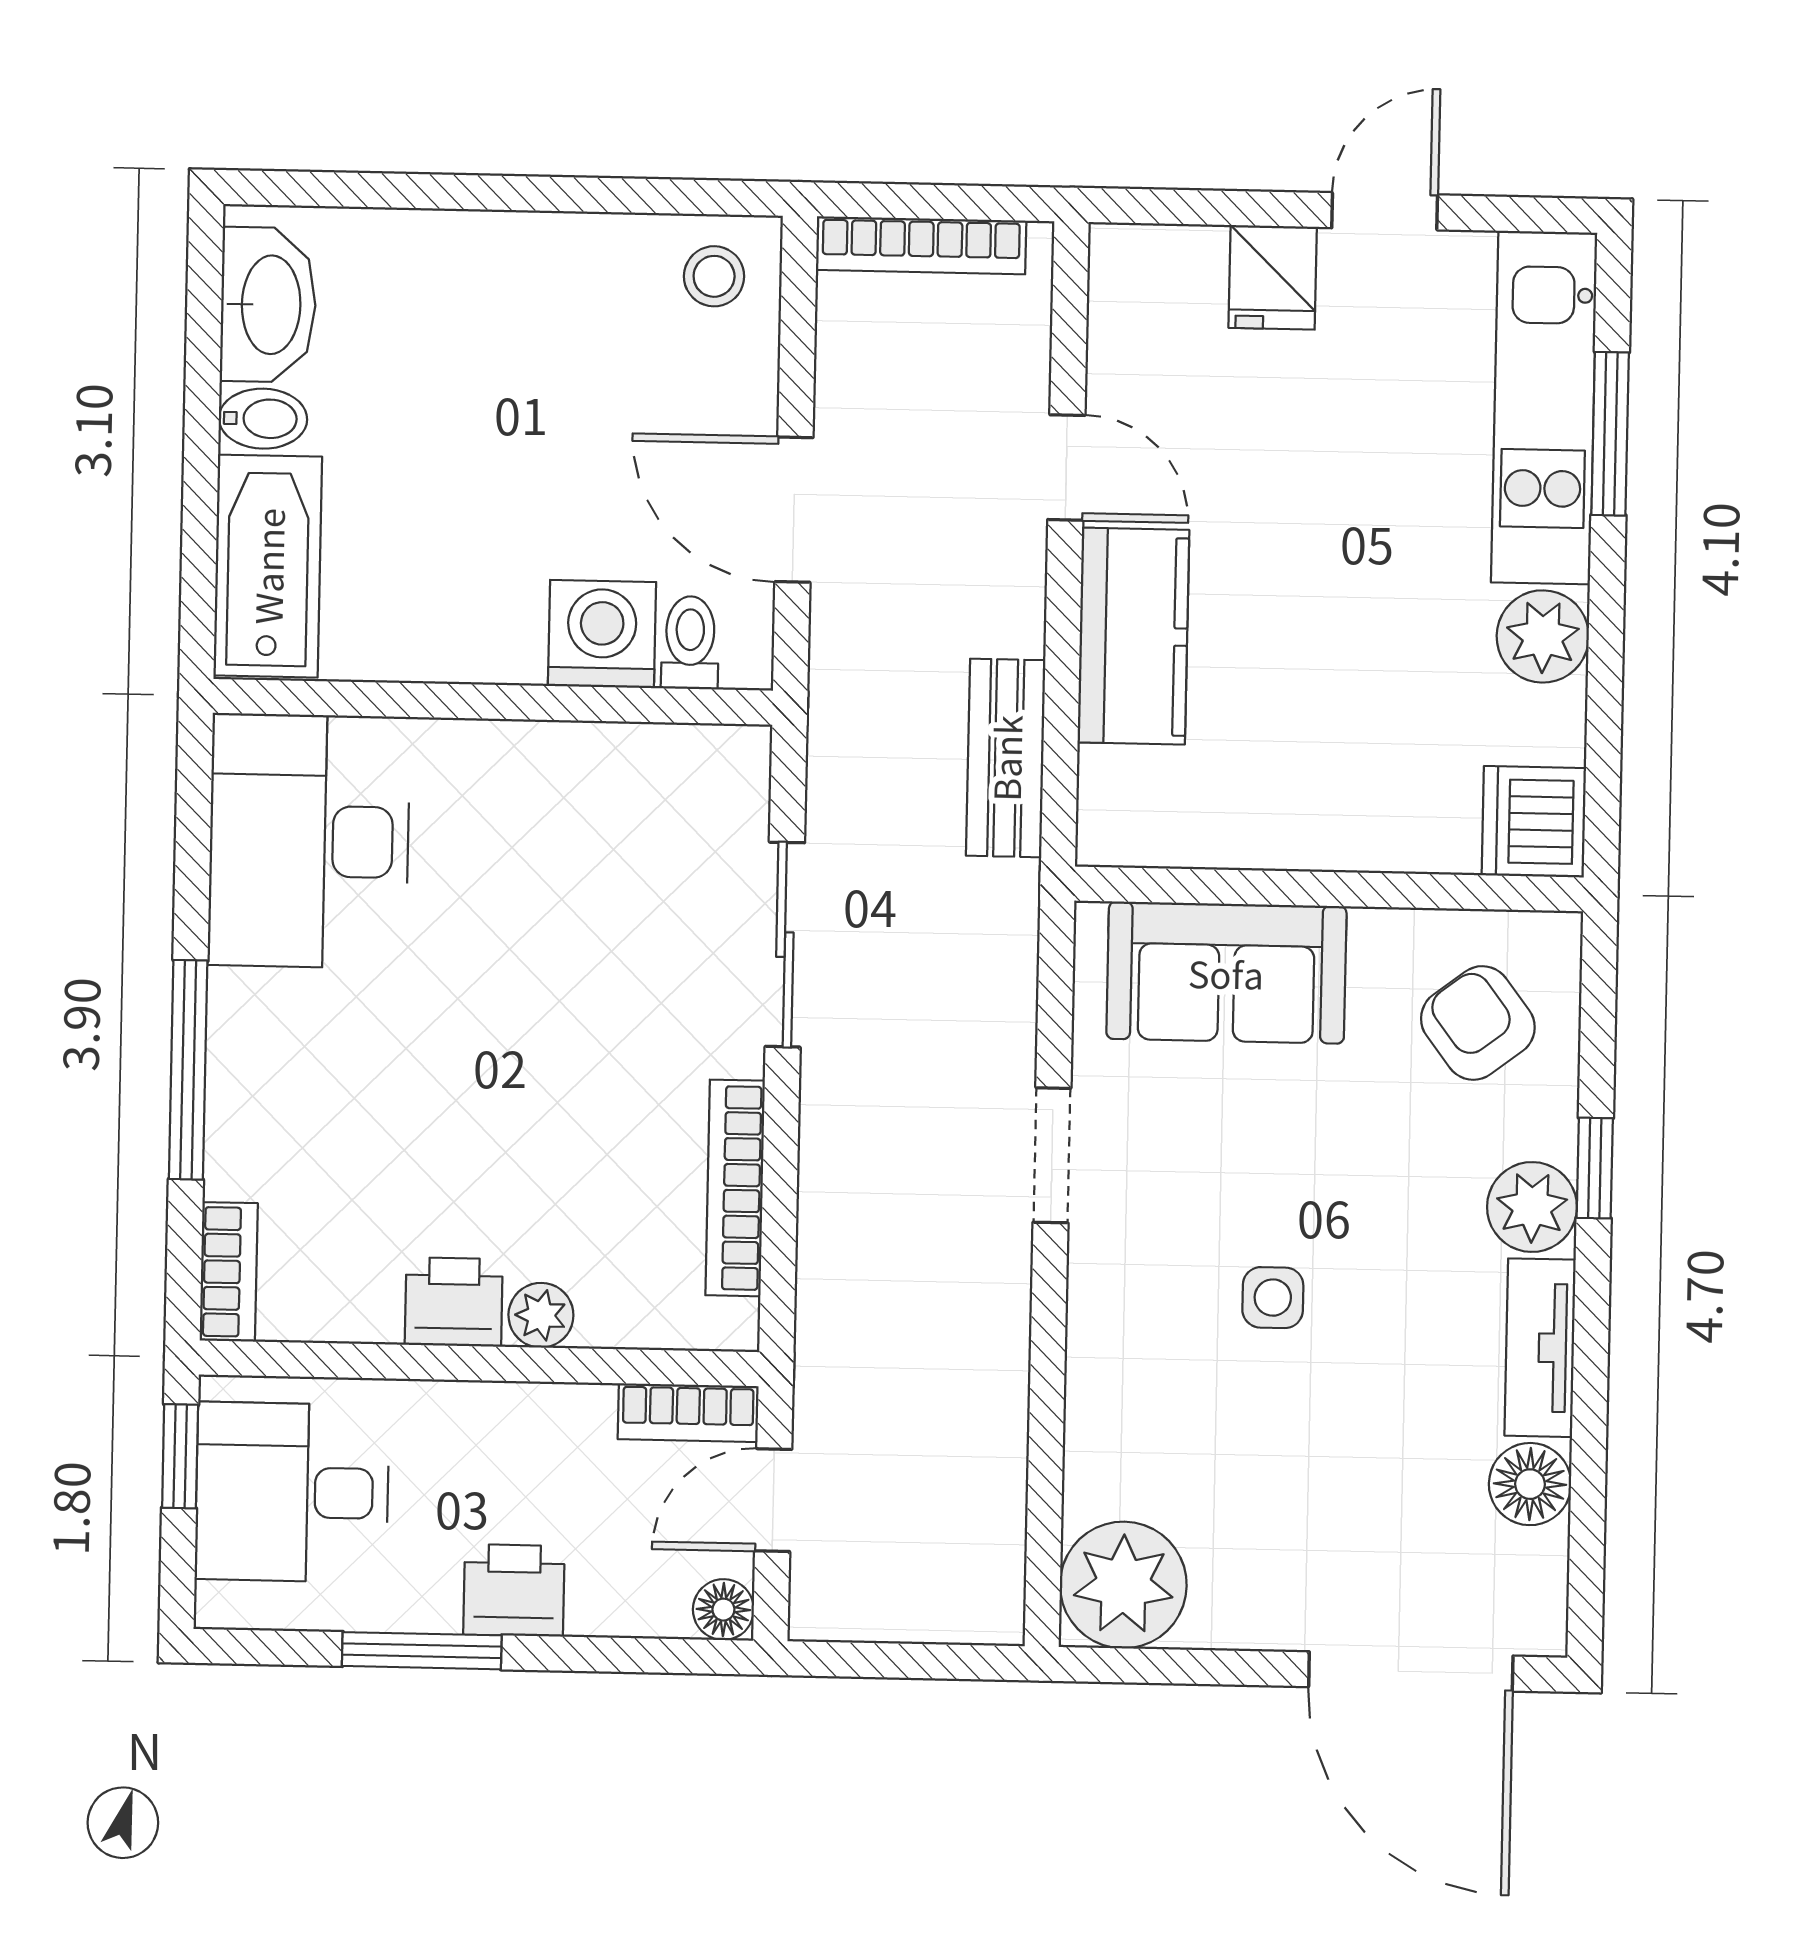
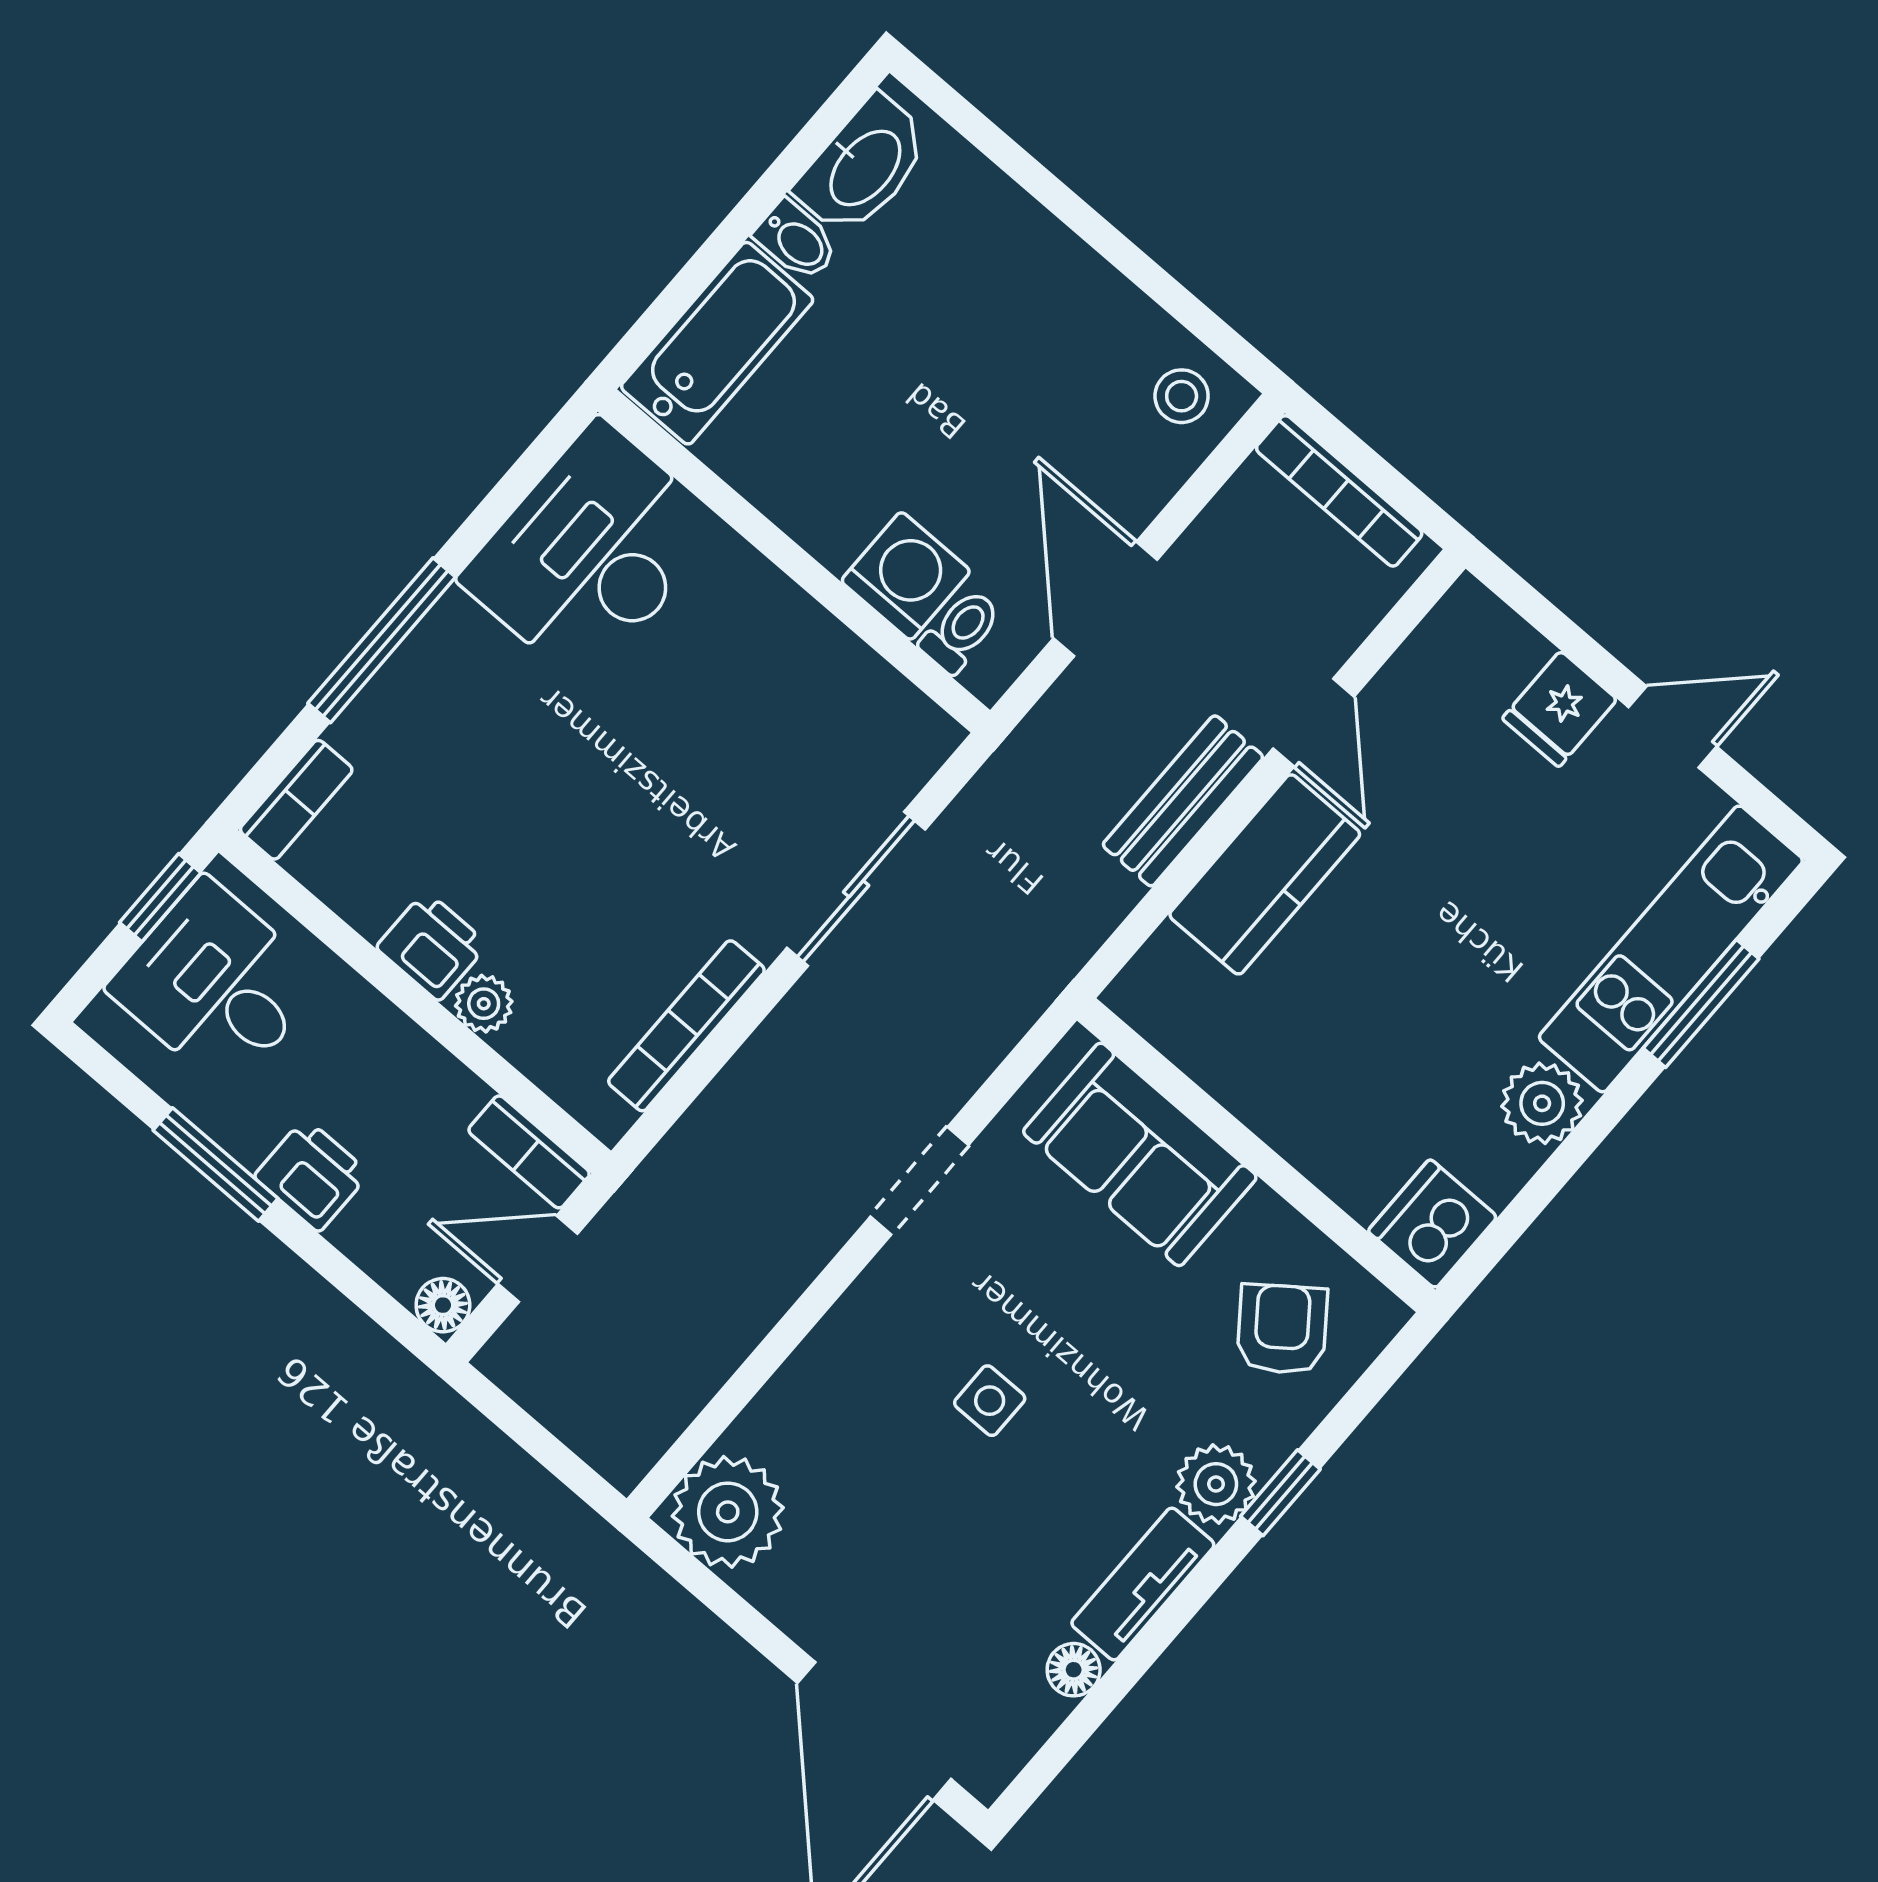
bench: (1006, 758) -> (1183, 801), moved
floor lamp: (1530, 1484) -> (1074, 1670), width x0.73, depth x0.73

